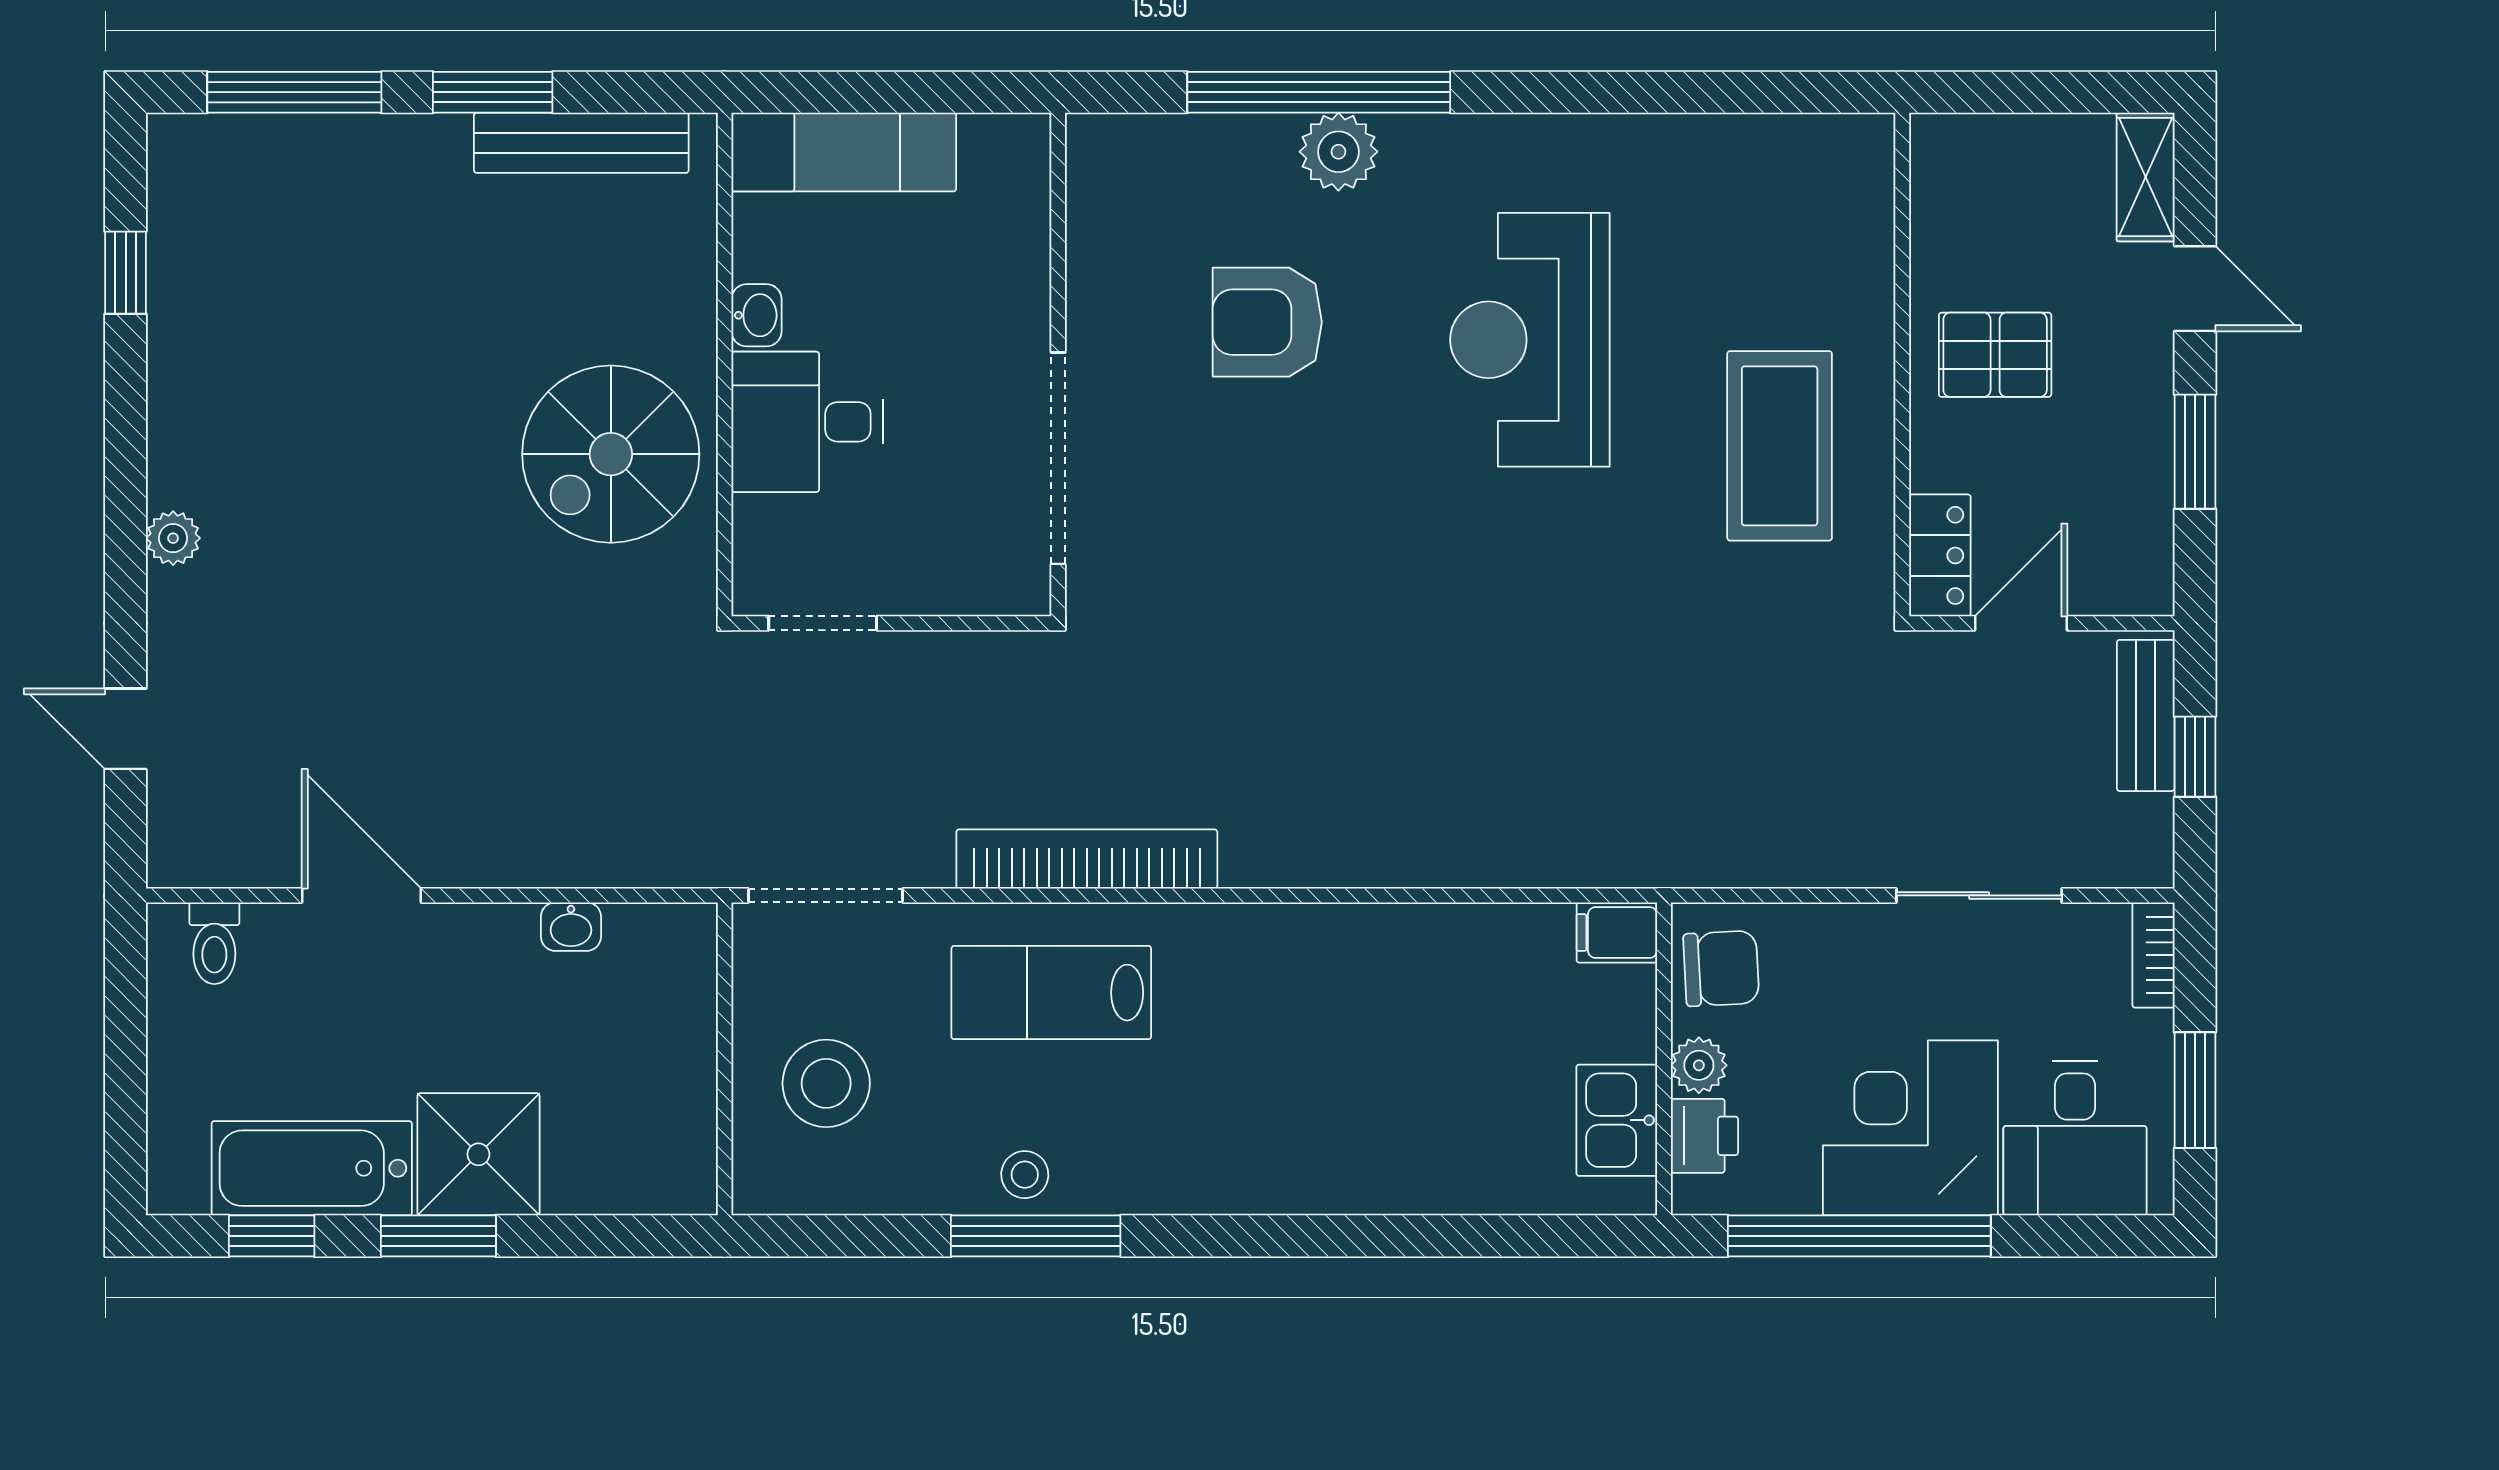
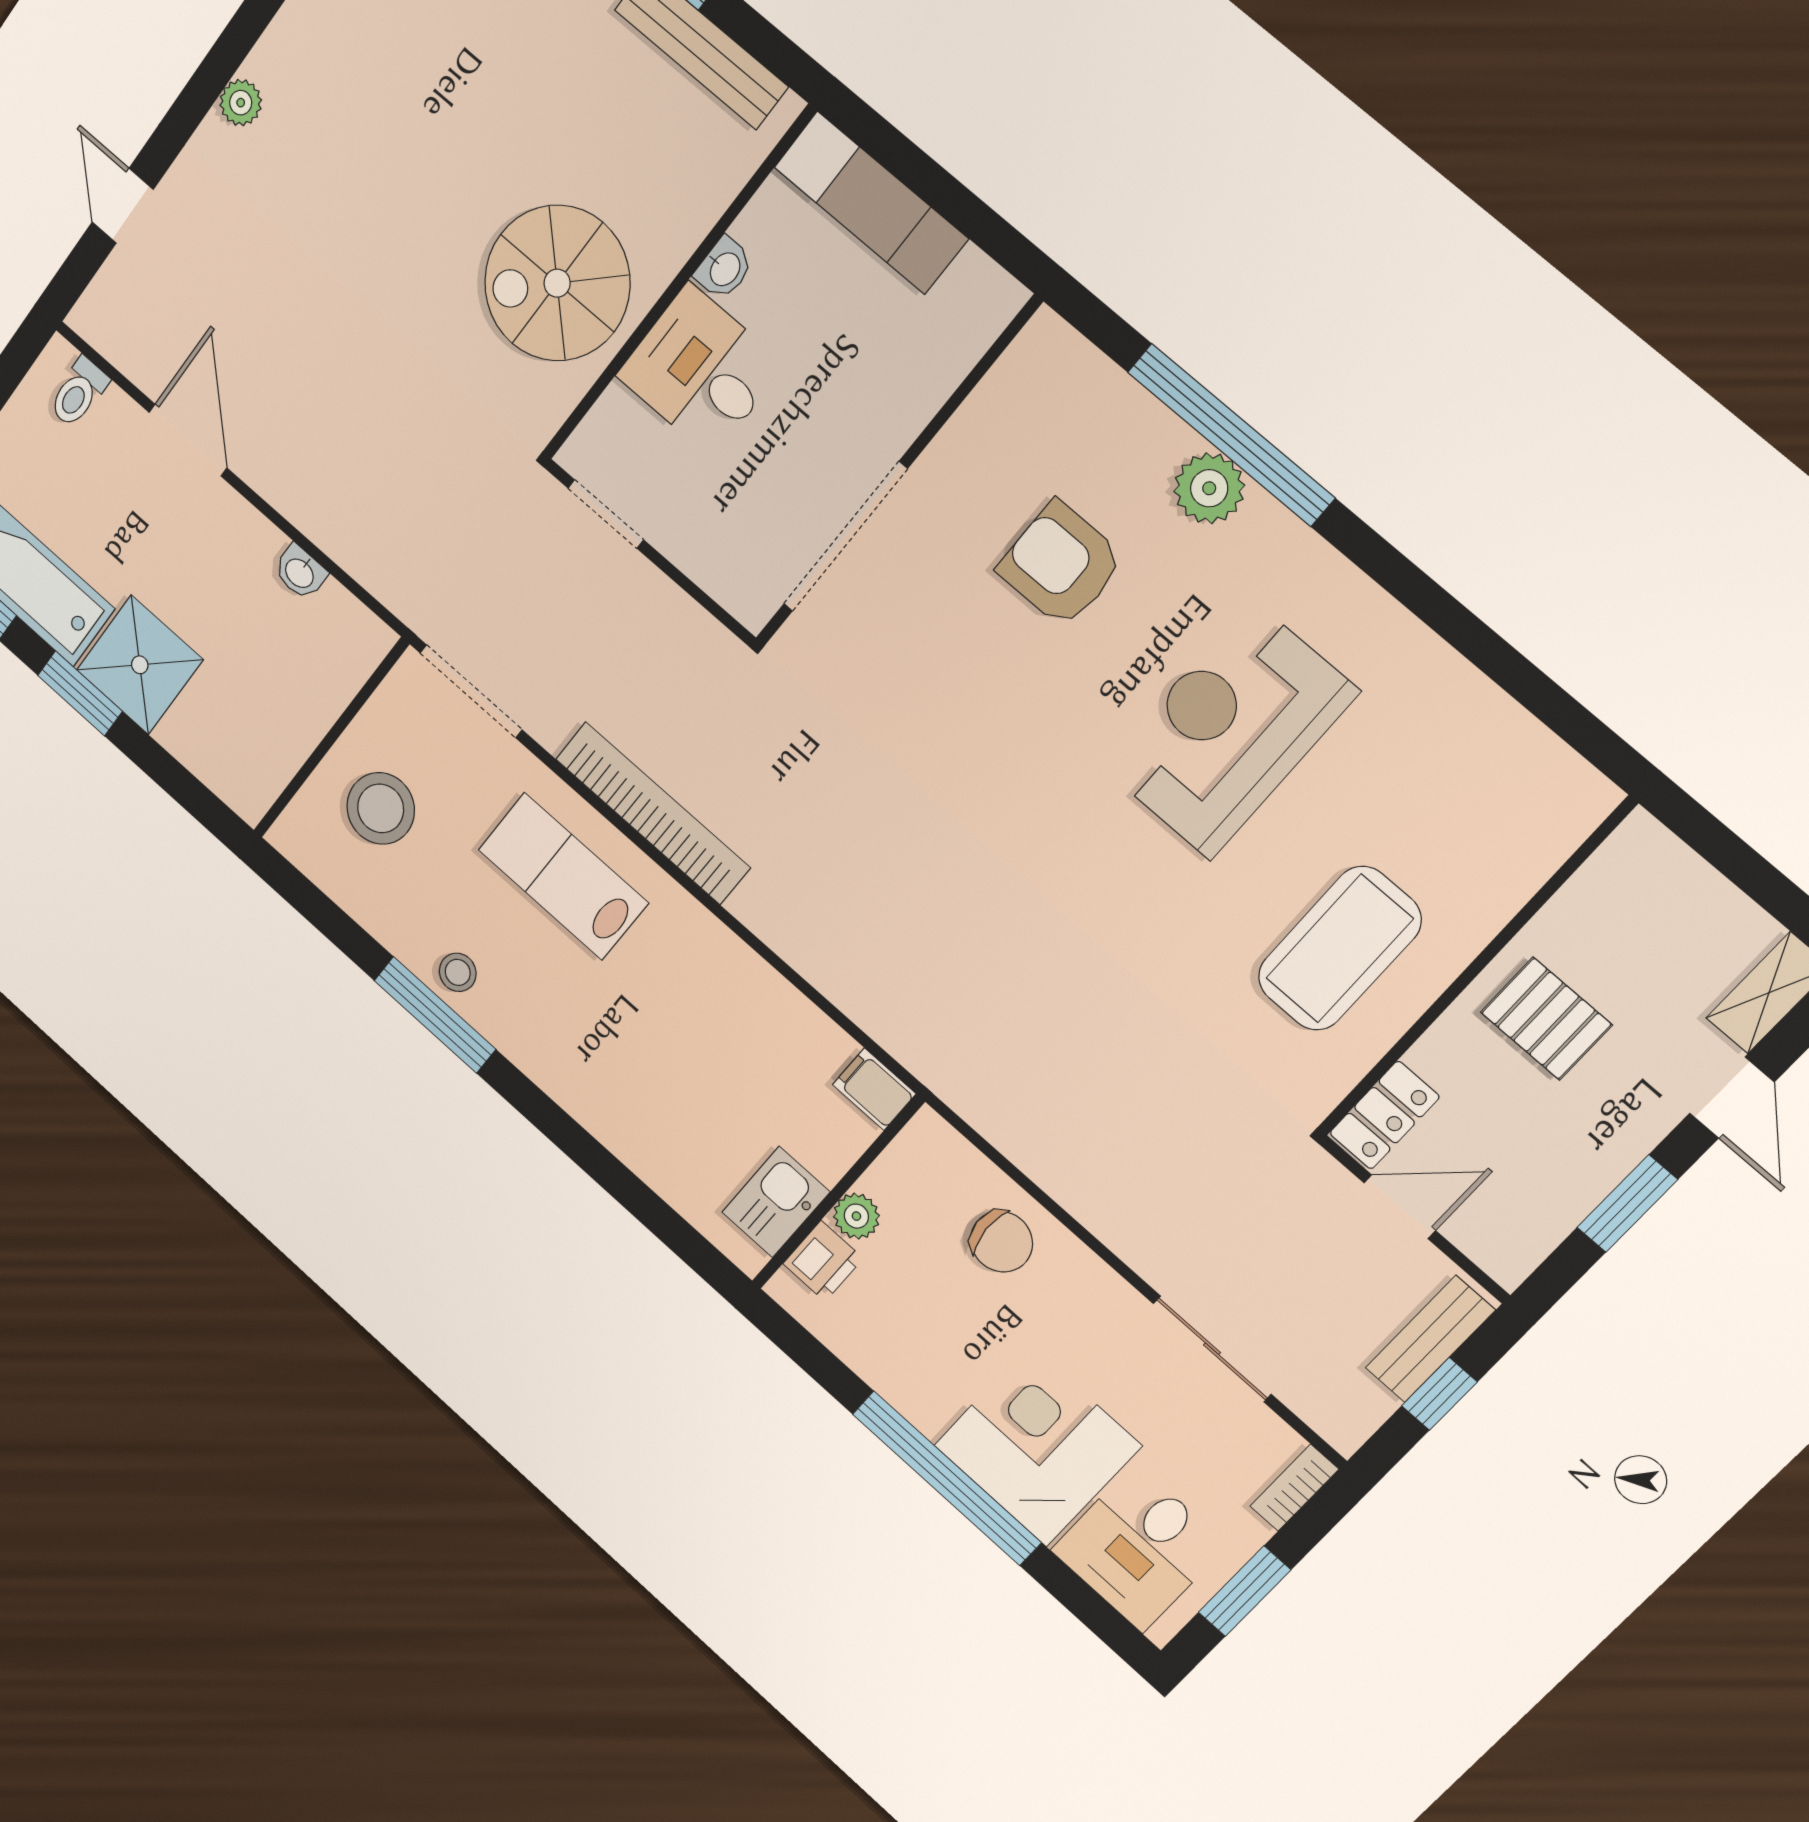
filing cabinet: (1617, 933) -> (874, 1089), moved
wall: (1664, 1059) -> (838, 1192), moved
plant: (1699, 1065) -> (856, 1216), moved
kitchen sink: (1617, 1120) -> (776, 1202), moved
printer: (1704, 1136) -> (823, 1261), moved

